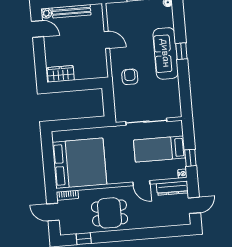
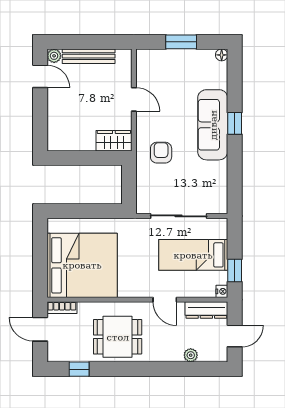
wardrobe: (61, 74) -> (114, 141), moved
plant: (164, 222) -> (191, 355), added

